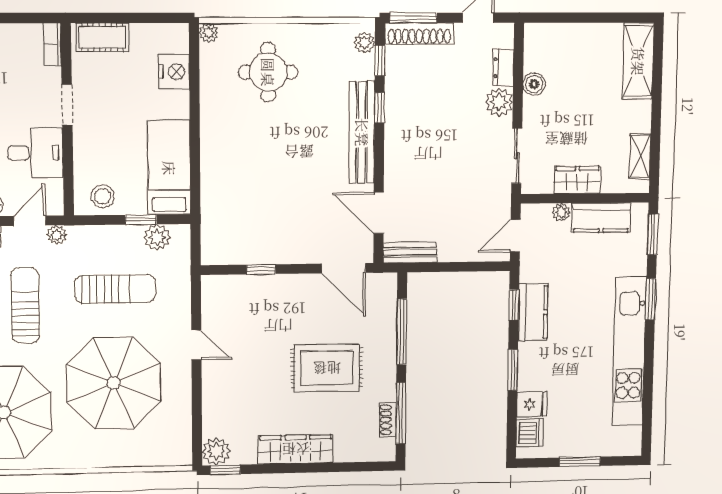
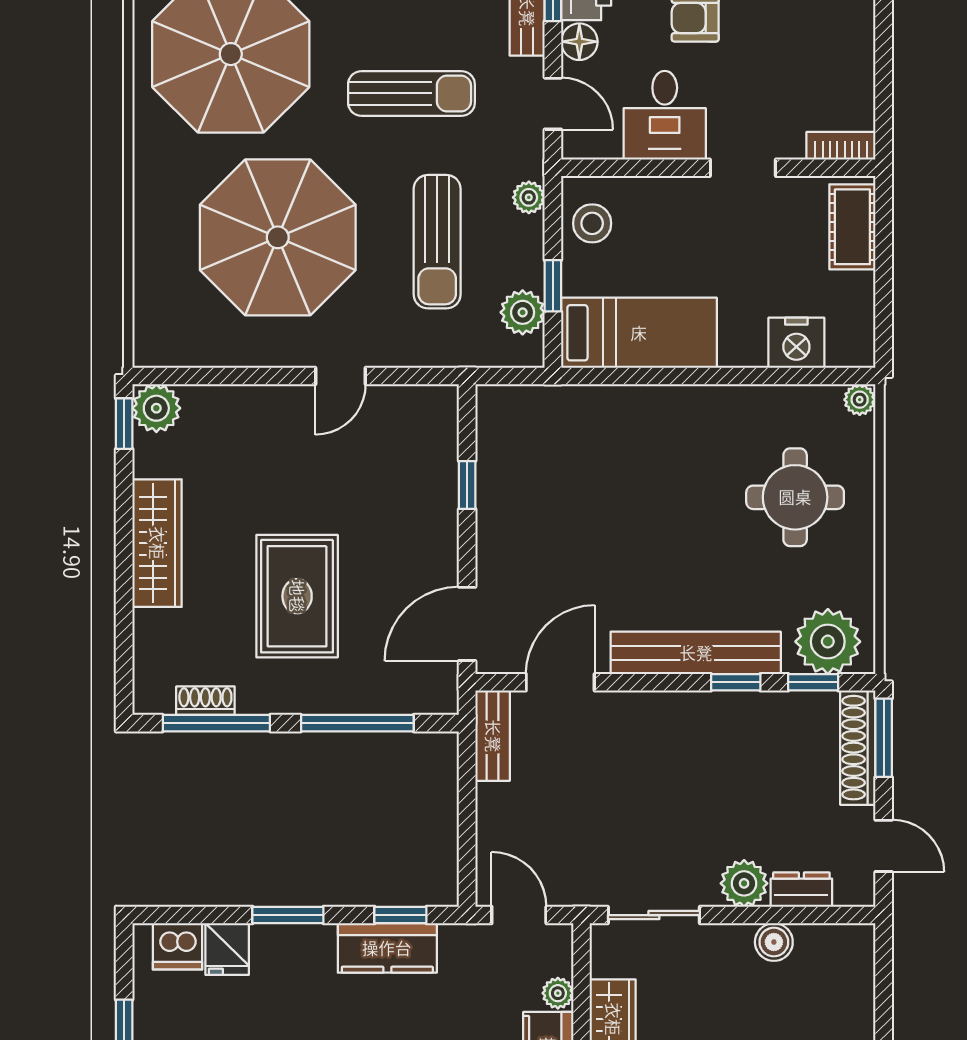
plant: (365, 43) -> (828, 642), width x1.87, depth x1.87
plant: (57, 235) -> (529, 197), moved

